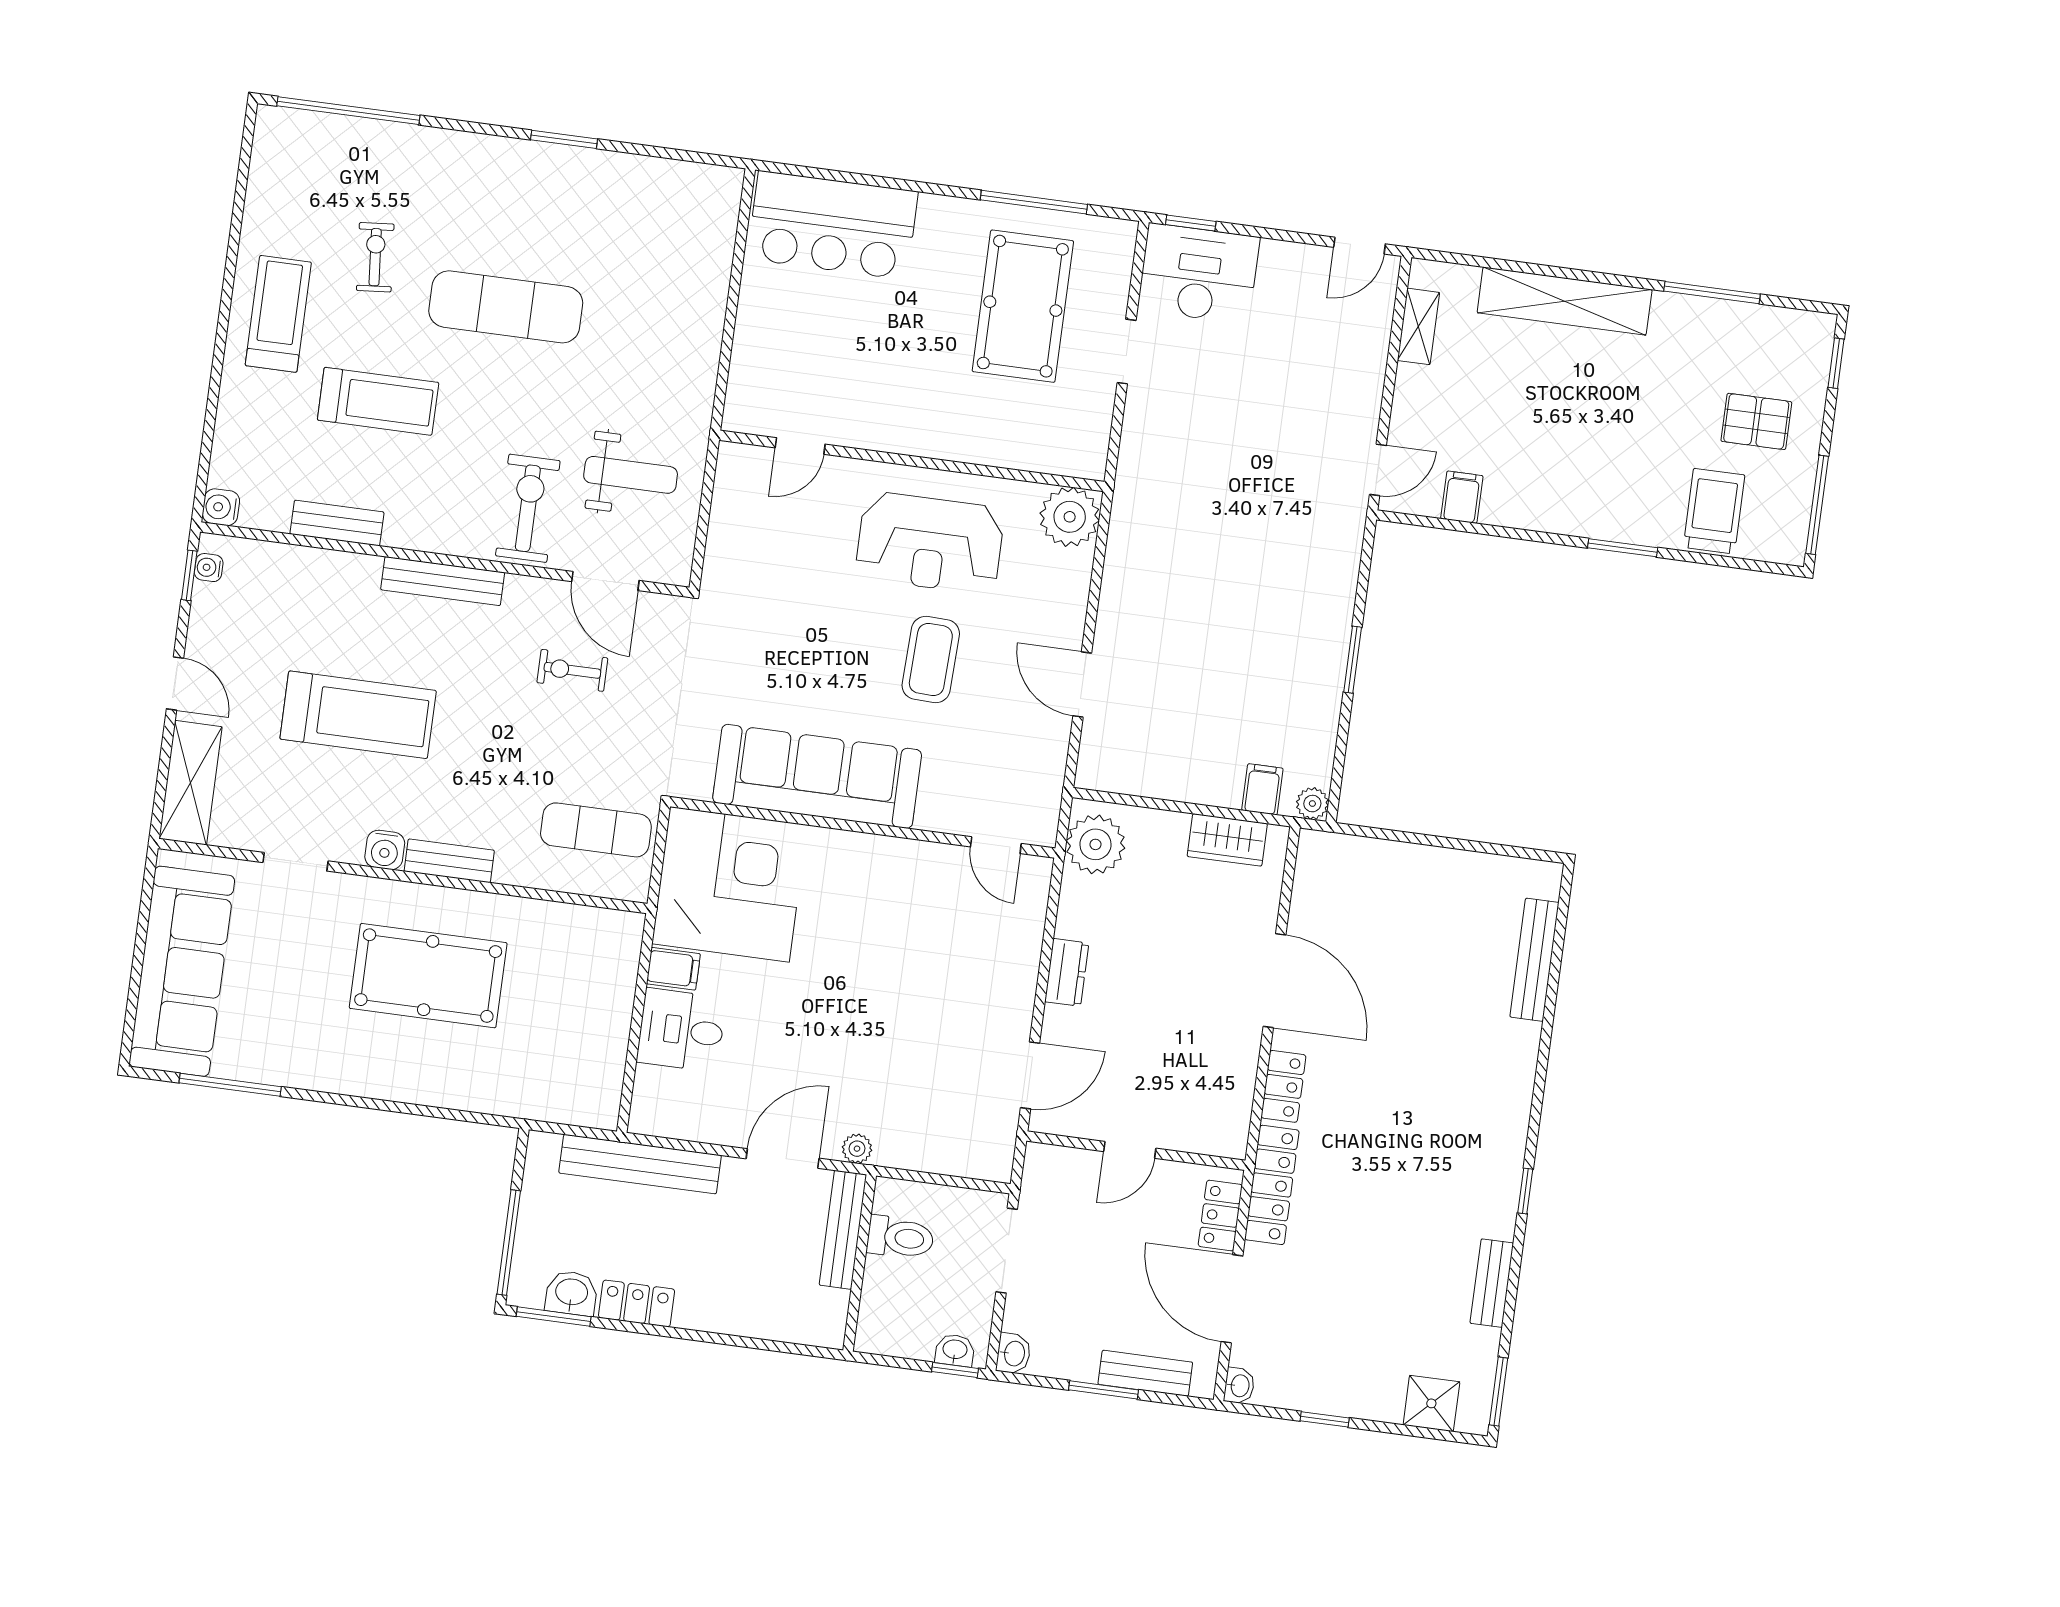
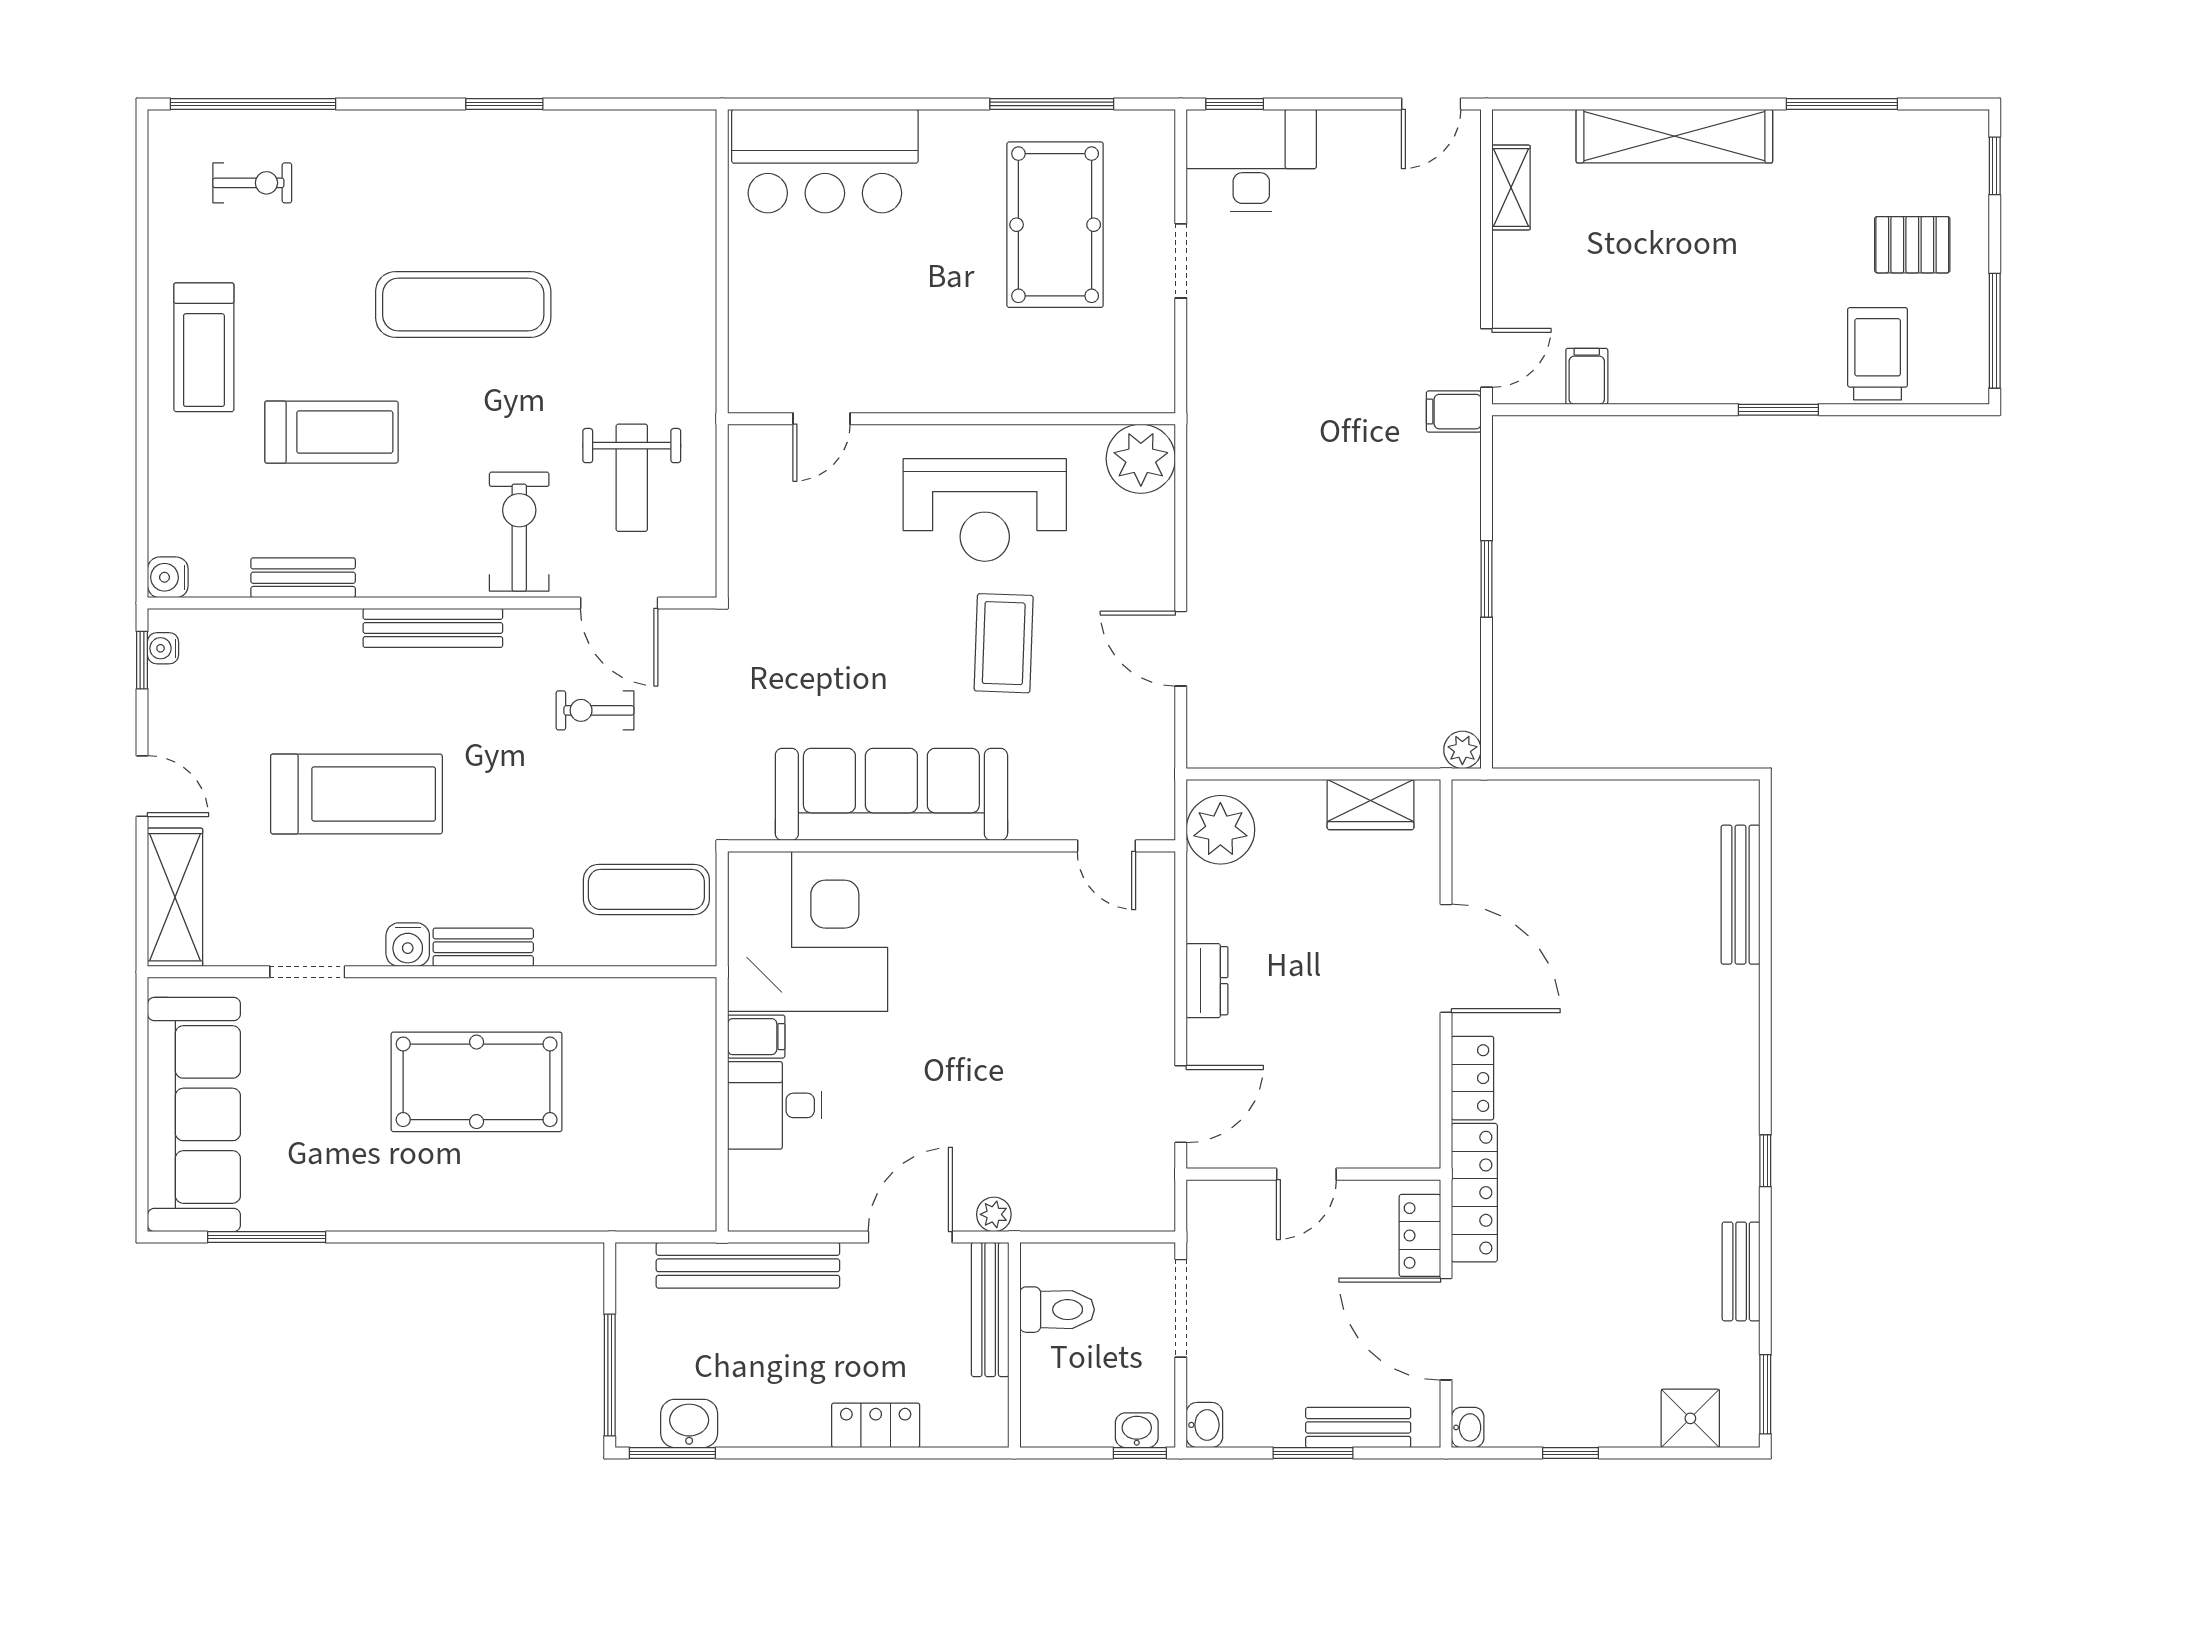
exercise bike: (375, 257) -> (252, 183), moved, turned 95
treadmill: (278, 314) -> (204, 347), turned 180
weight bench: (631, 475) -> (632, 478), turned 90
filing cabinet: (1262, 789) -> (1454, 412), moved, turned -90
locker: (637, 1303) -> (876, 1425), moved

